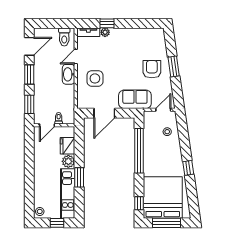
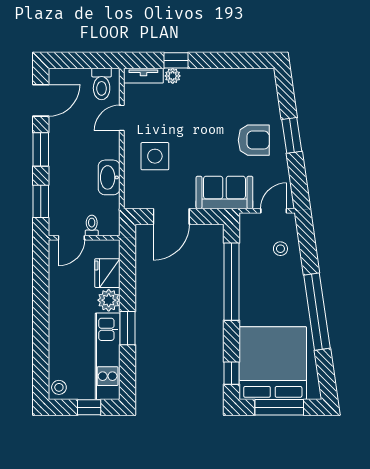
armchair: (152, 69) -> (254, 140), turned 90
washbasin: (69, 74) -> (109, 177), moved
window: (188, 168) -> (317, 312), width x3.17

